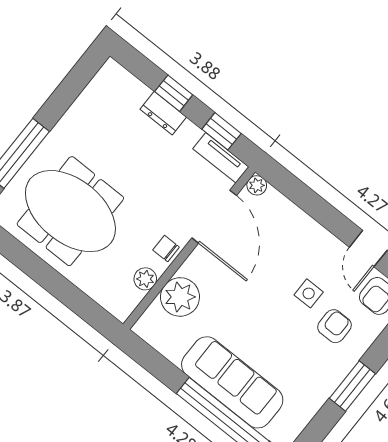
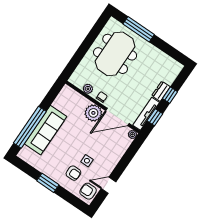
tv unit: (221, 158) -> (146, 114), width x1.41
plant: (180, 297) -> (93, 113), moved

